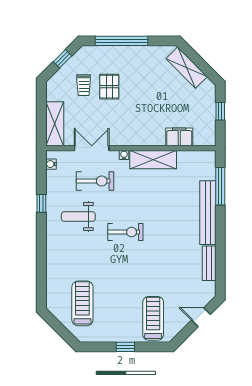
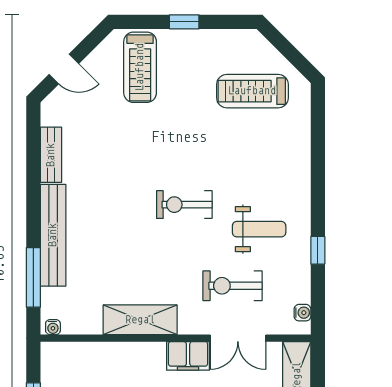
filing cabinet: (179, 137) -> (188, 356), moved
water cooler: (124, 155) -> (53, 327), moved
treadmill: (82, 303) -> (252, 91), turned 90

